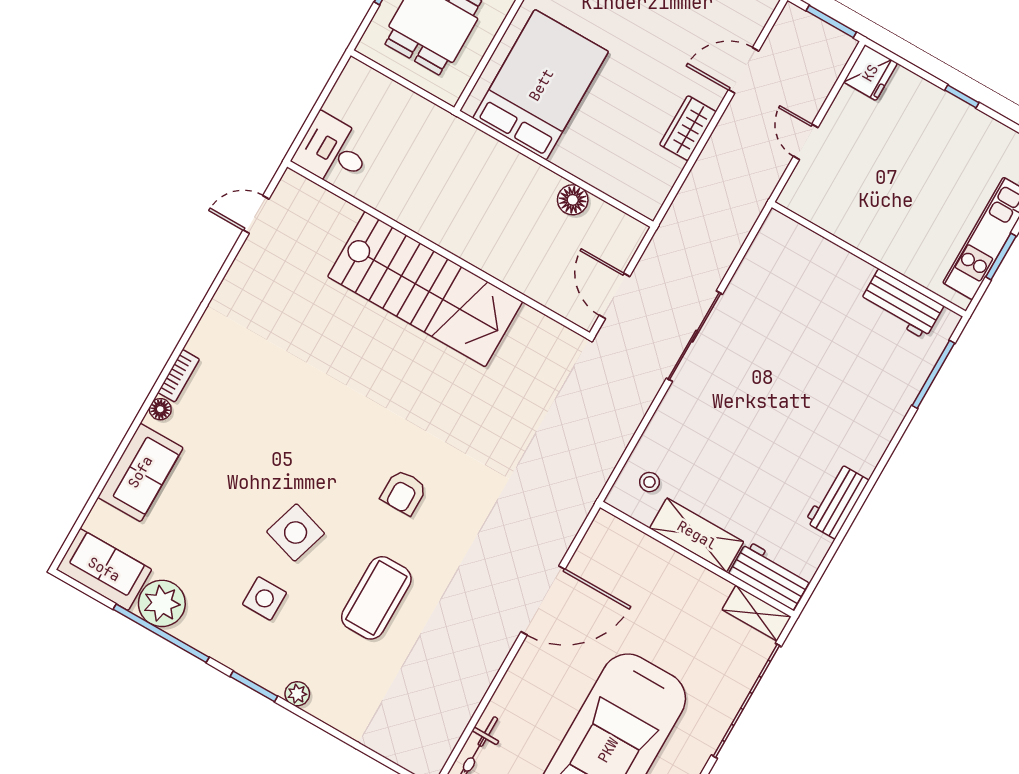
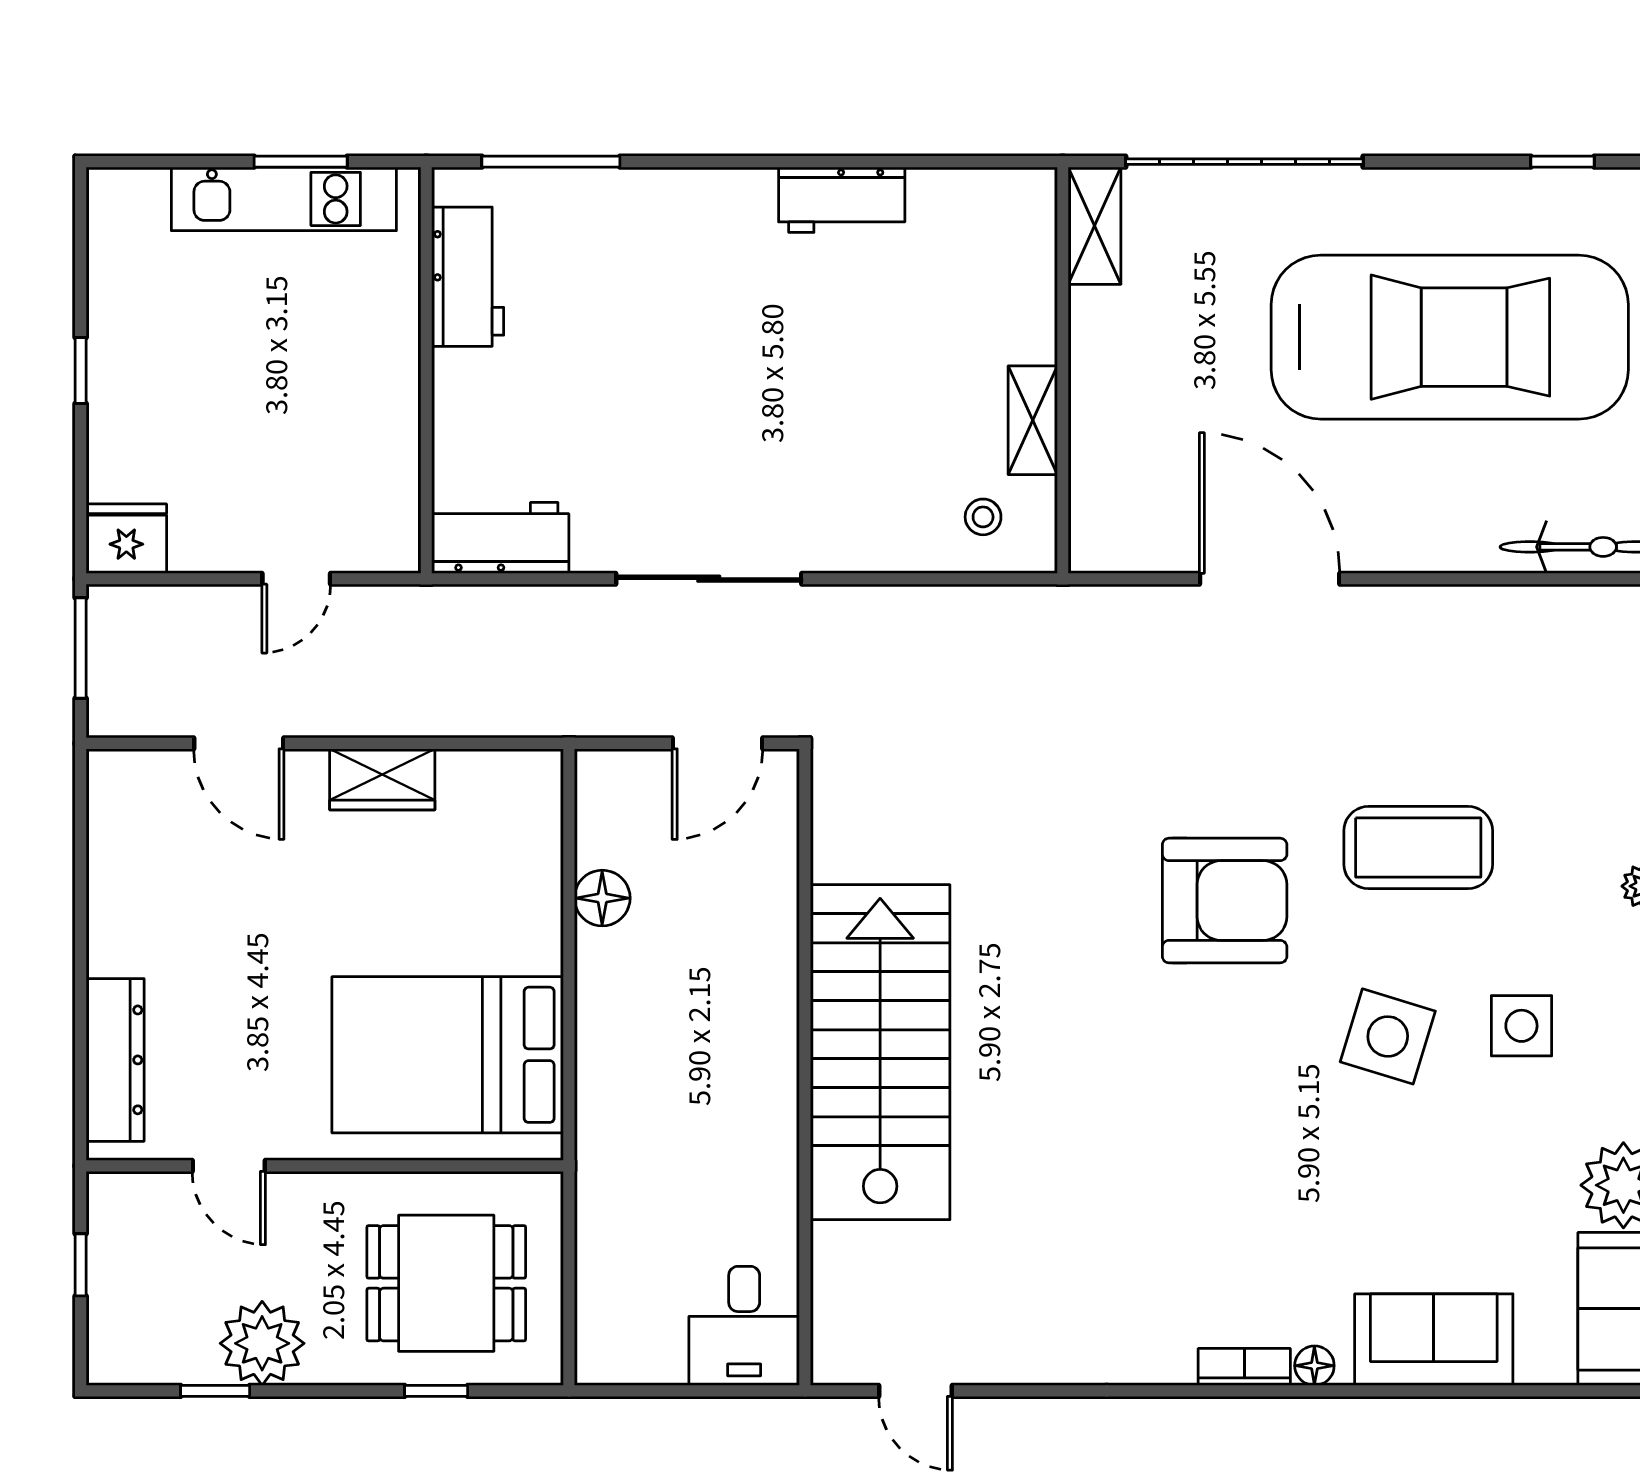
armchair: (404, 492) -> (1225, 901), width x1.88, depth x1.88
shelving: (697, 535) -> (1033, 420), width x0.67, depth x0.75
workbench: (770, 575) -> (500, 538), moved, turned 90

